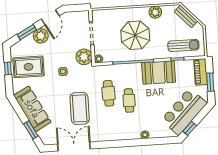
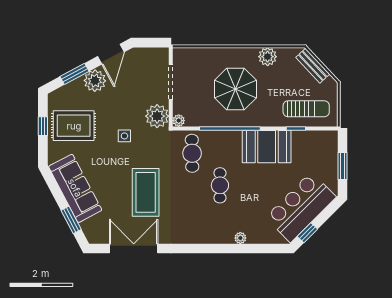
piano: (201, 72) -> (329, 150), removed
cafe table: (109, 93) -> (192, 153), moved

